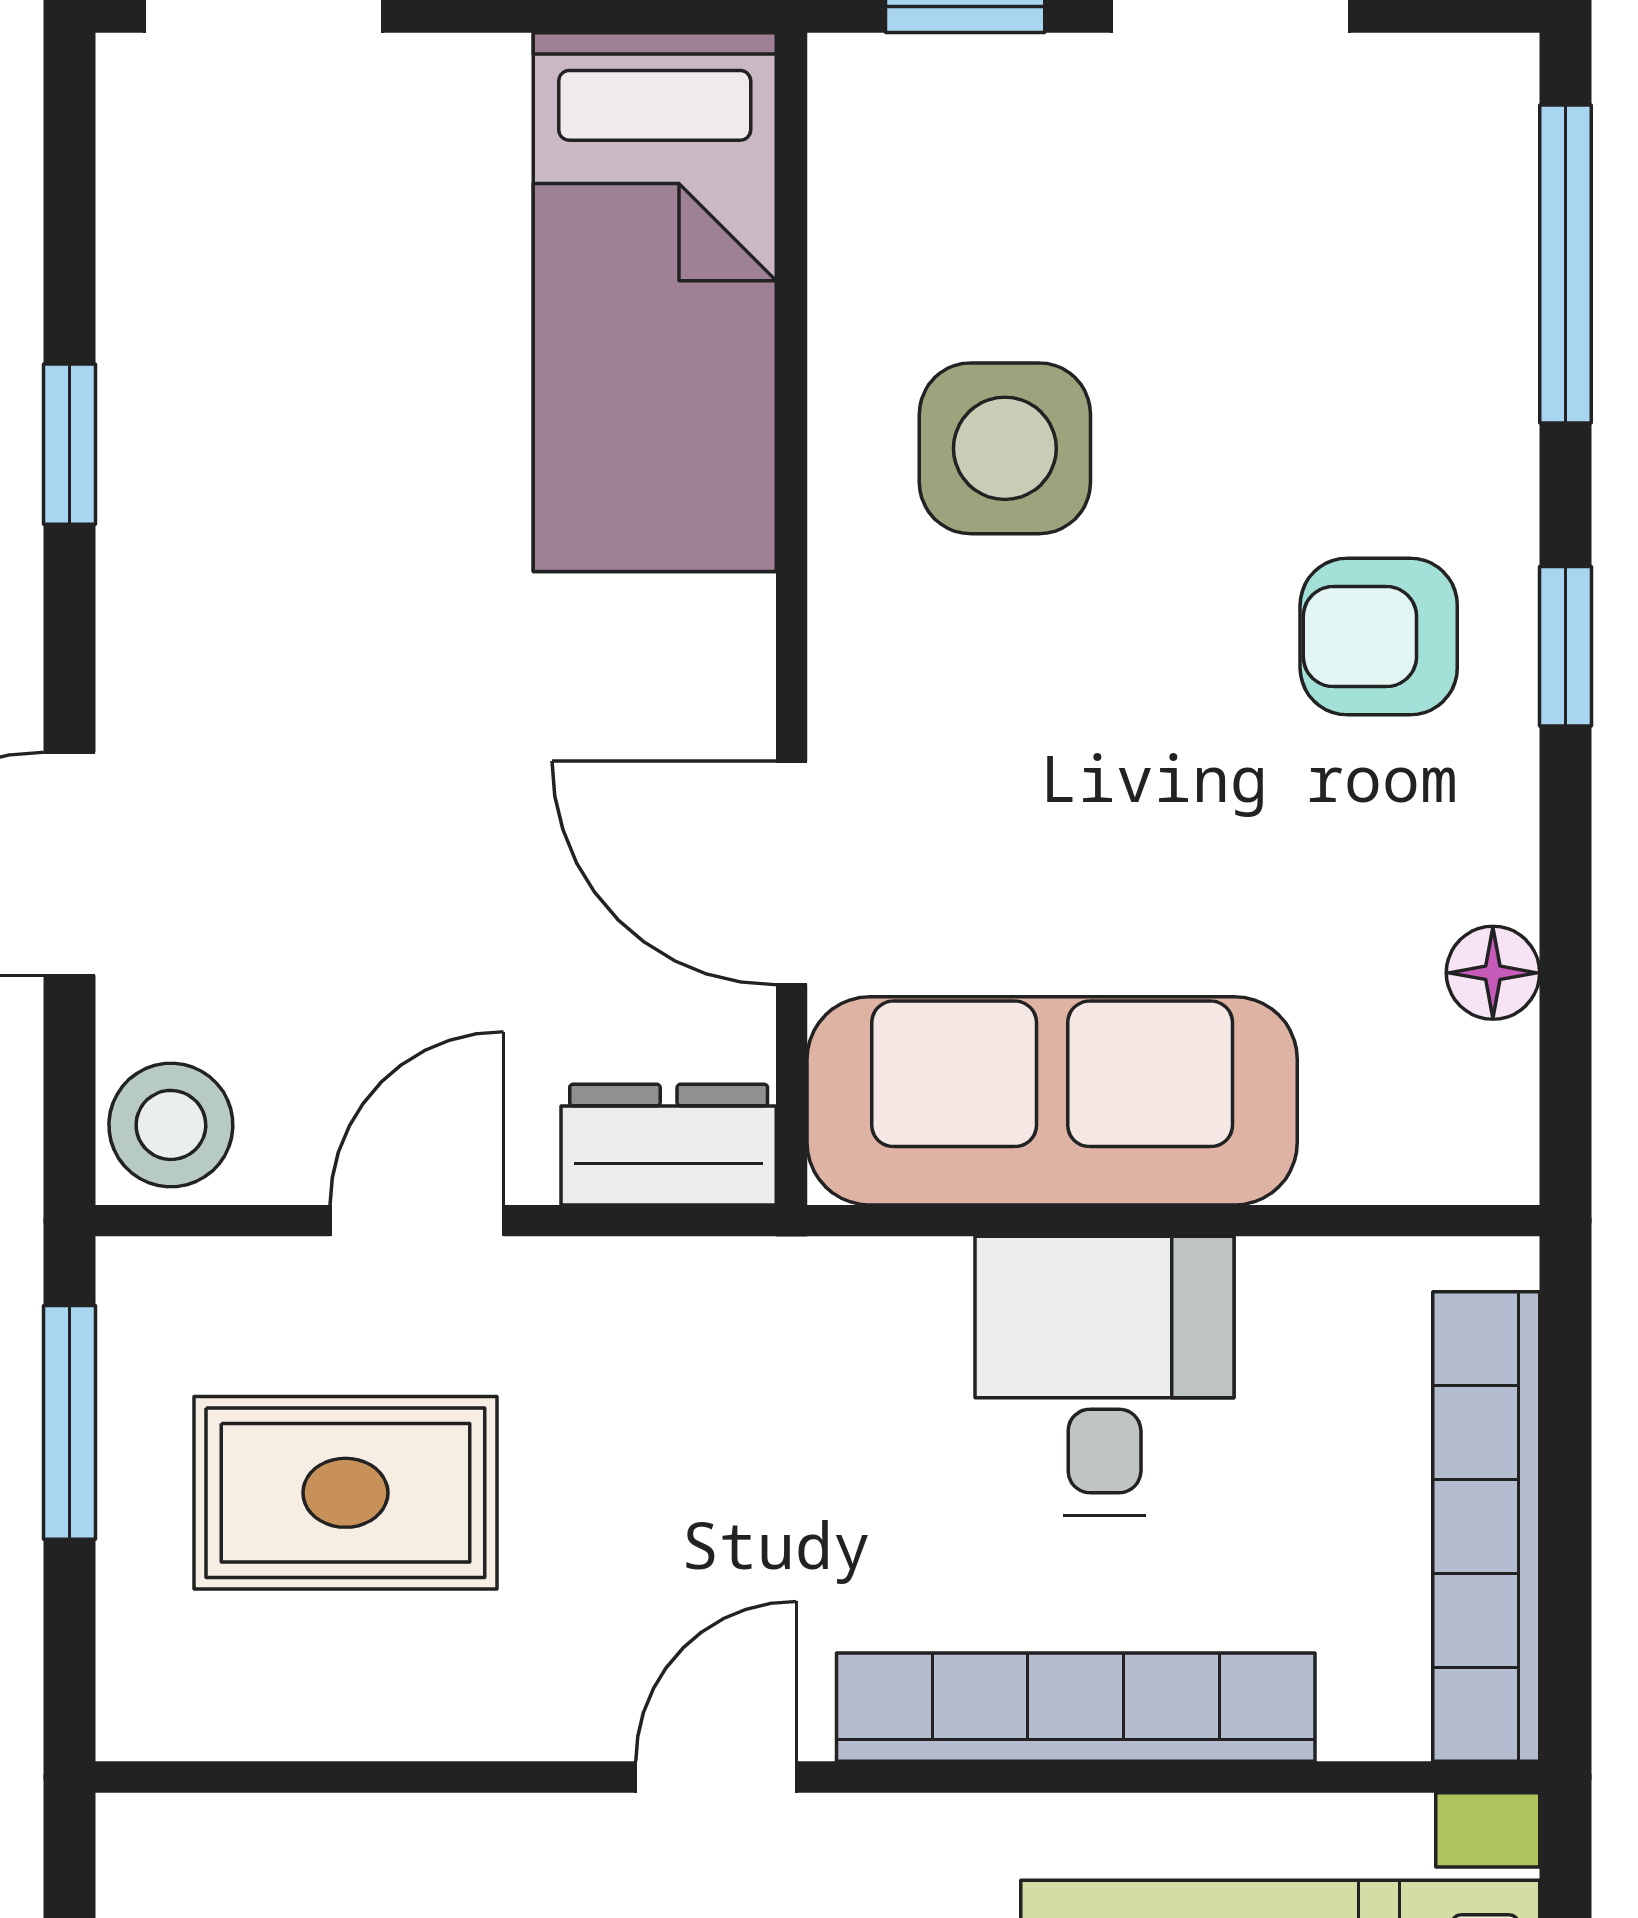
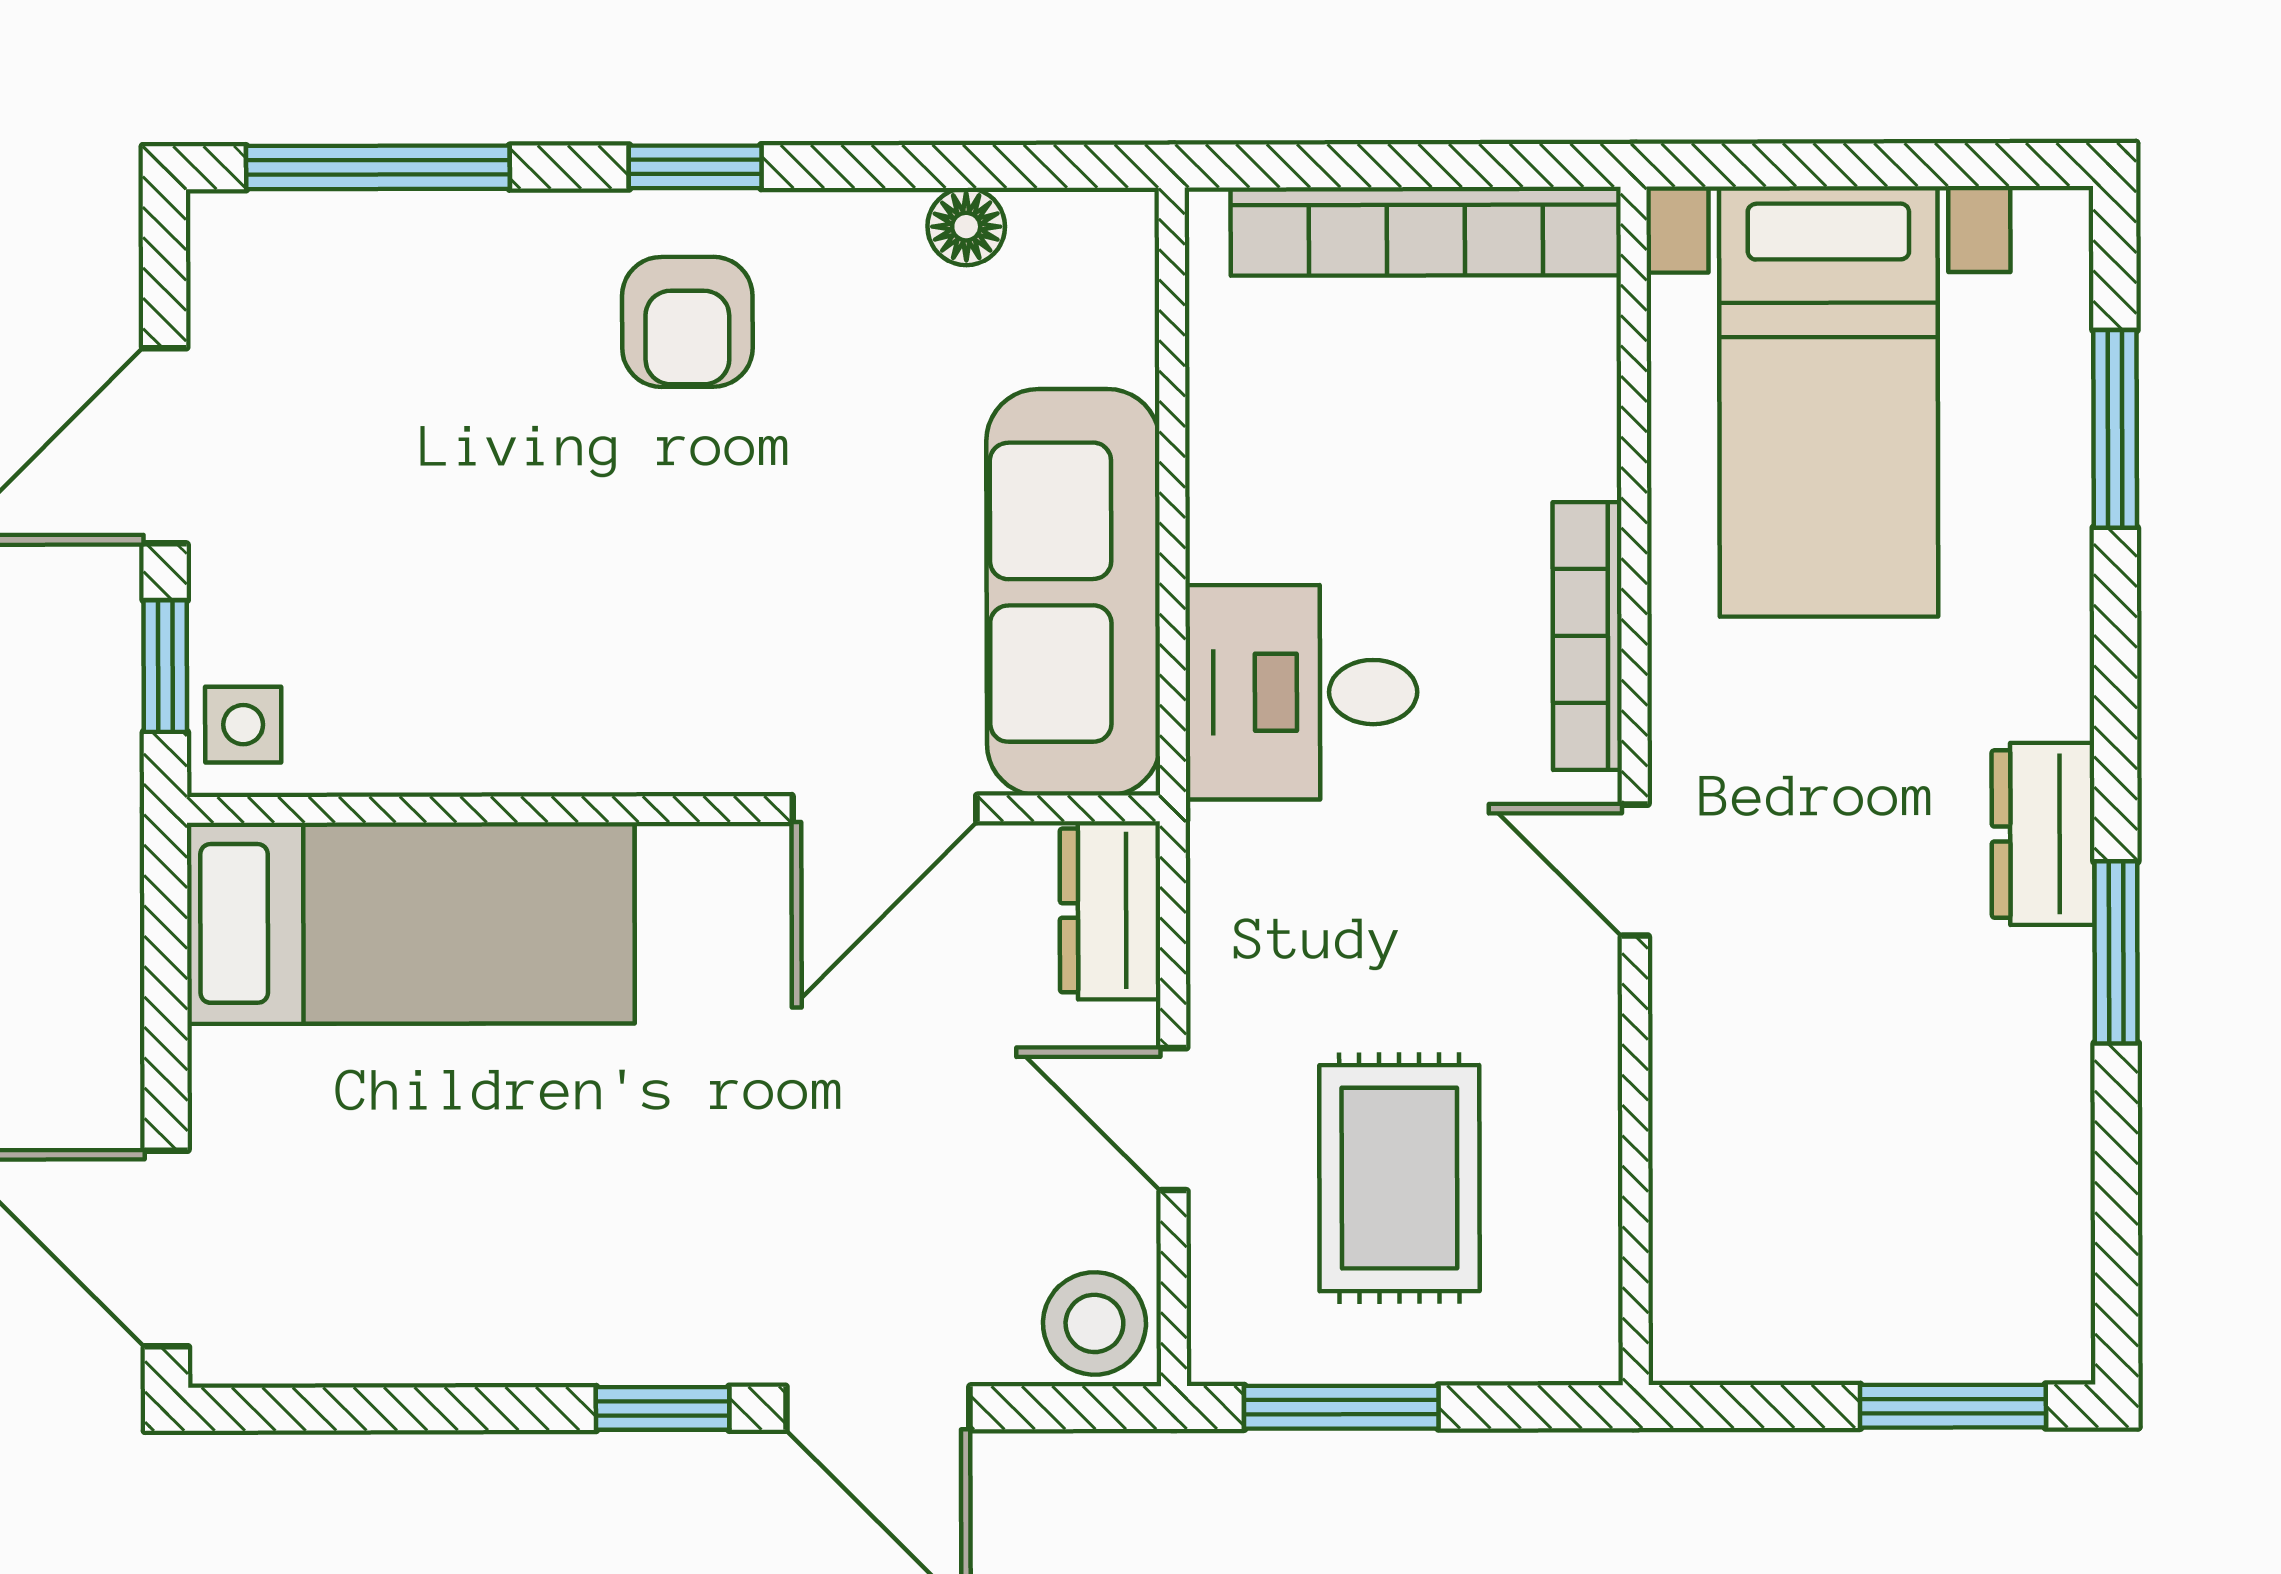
window: (69, 444) -> (663, 1408), moved
side table: (1005, 448) -> (243, 725), moved, width x0.54, depth x0.54
desk: (1105, 1376) -> (1301, 692), moved
bookcase: (1076, 1707) -> (1587, 636), width x0.68, depth x0.76

